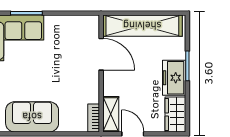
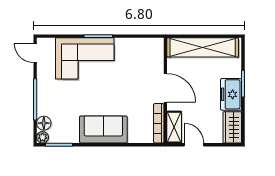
door: (101, 54) -> (165, 88), moved
bookcase: (94, 118) -> (159, 123), width x1.56

